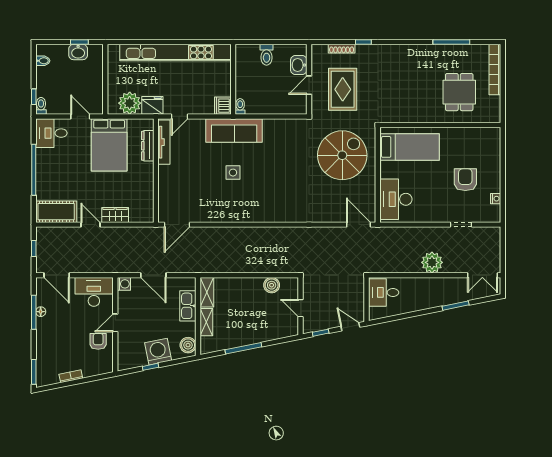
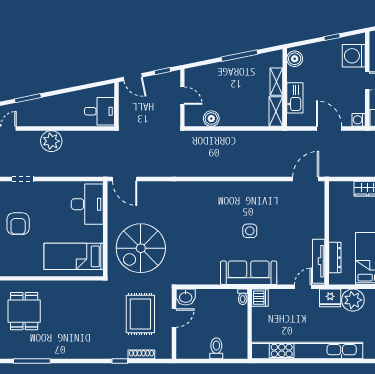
washbasin: (299, 65) -> (186, 297), moved, turned 90
washing machine: (158, 352) -> (354, 56), moved, turned 101

